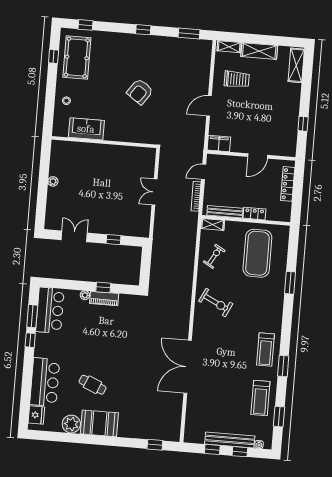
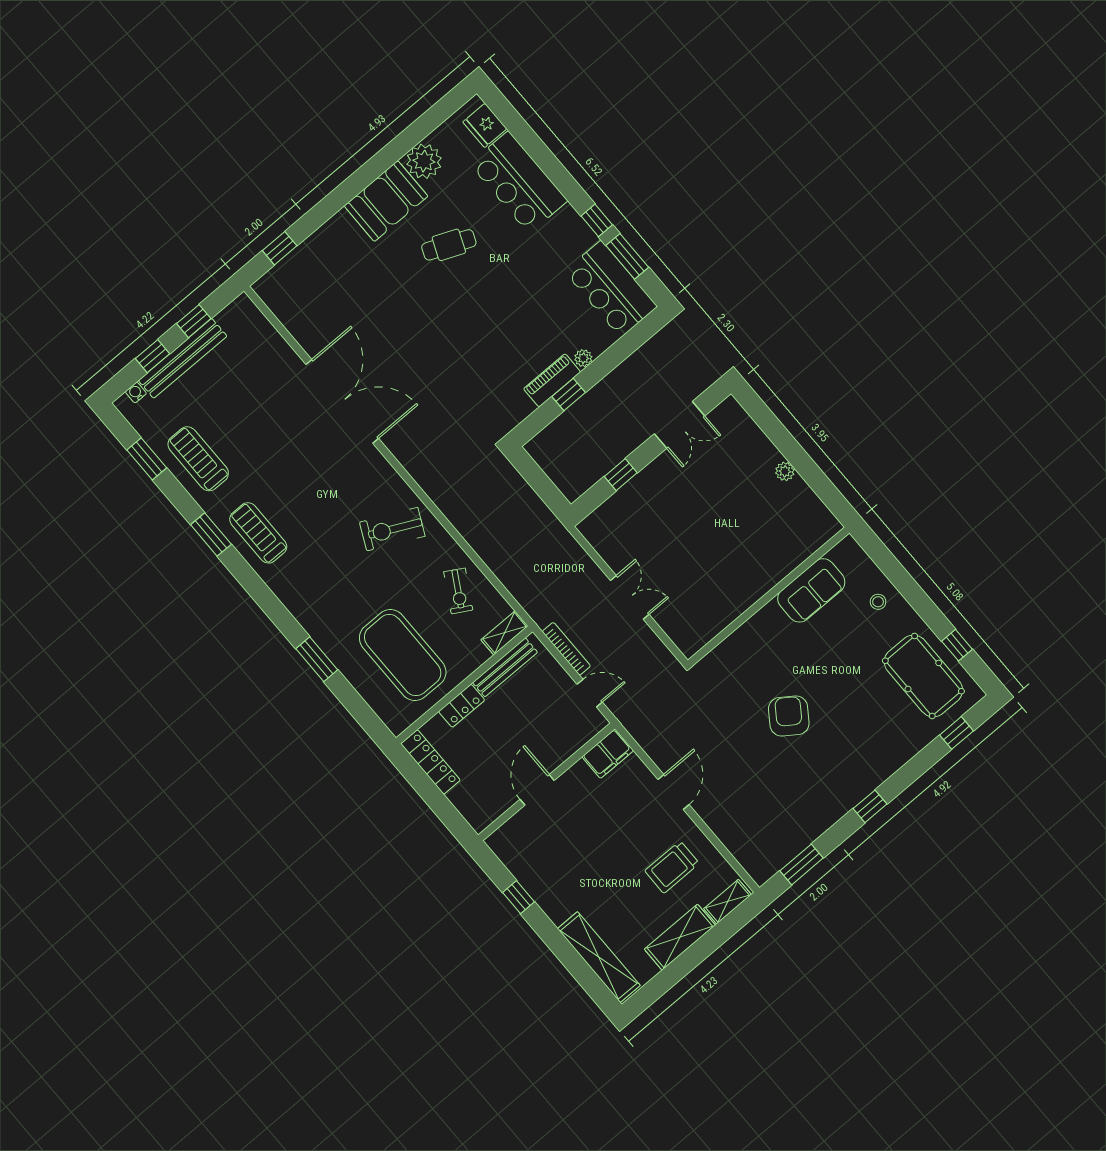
shelving: (296, 65) -> (599, 957), width x1.47
door: (204, 172) -> (590, 693), hinge flipped
locker: (288, 184) -> (430, 762), moved

